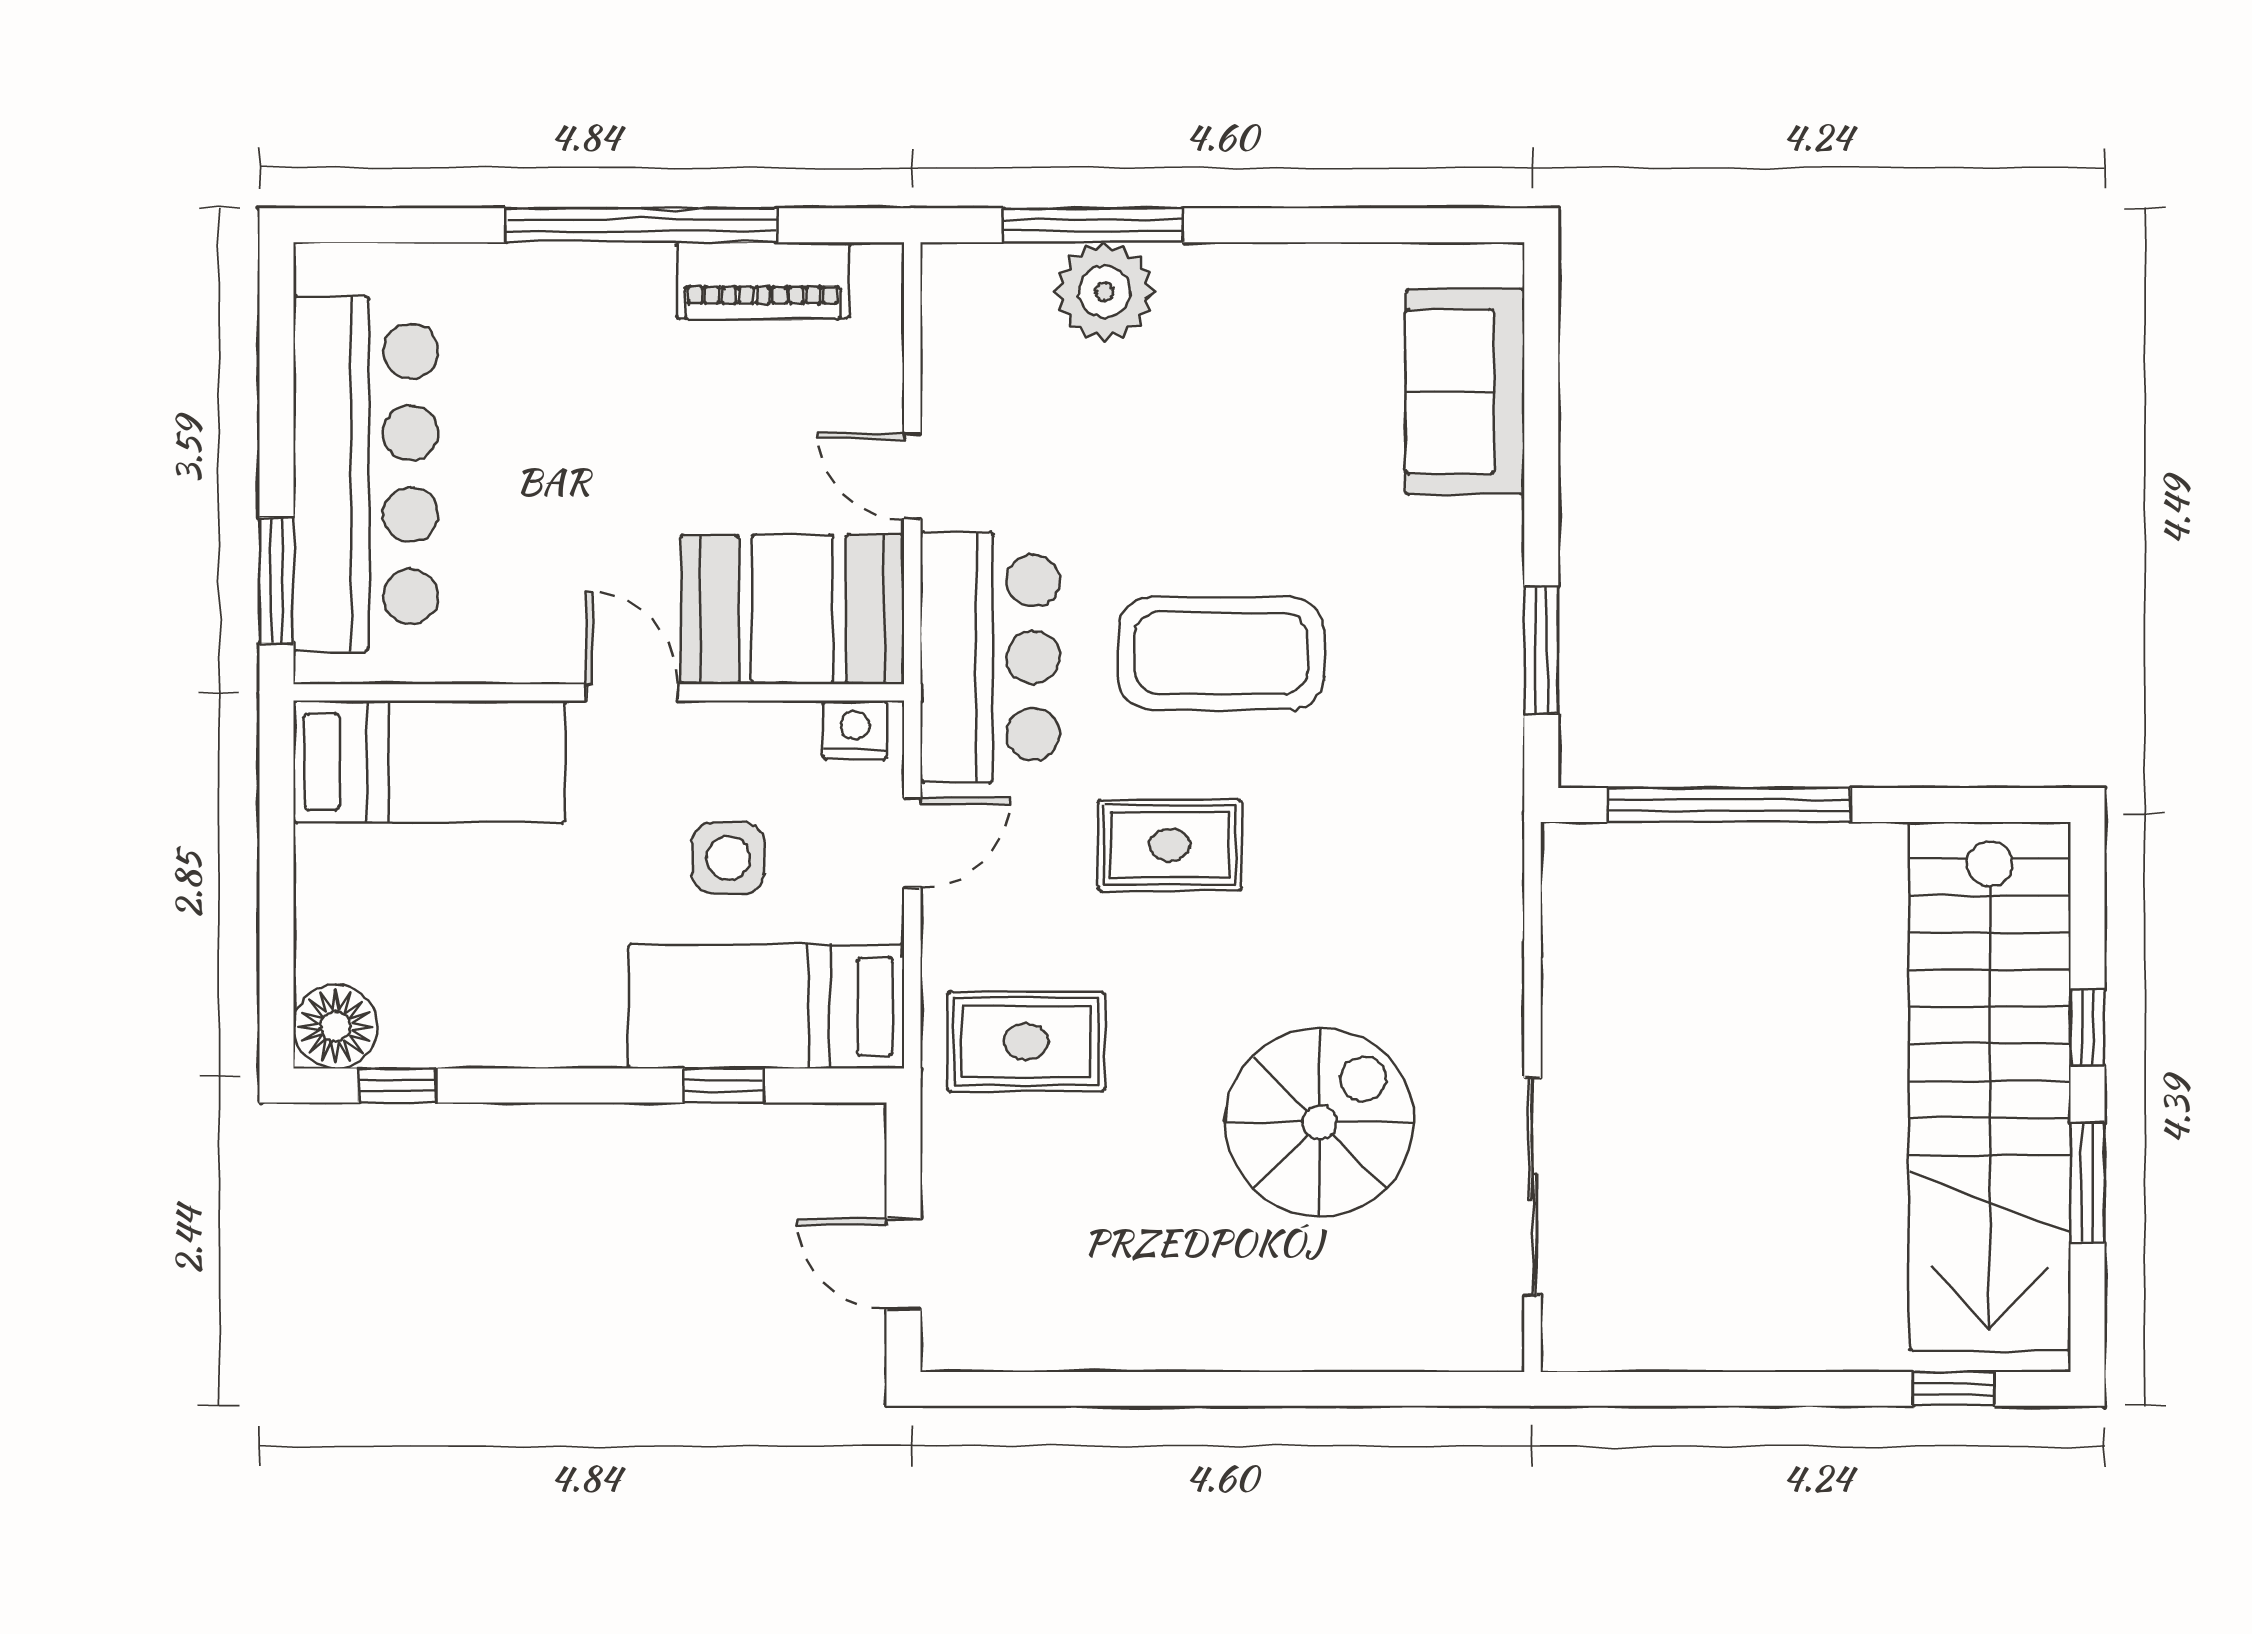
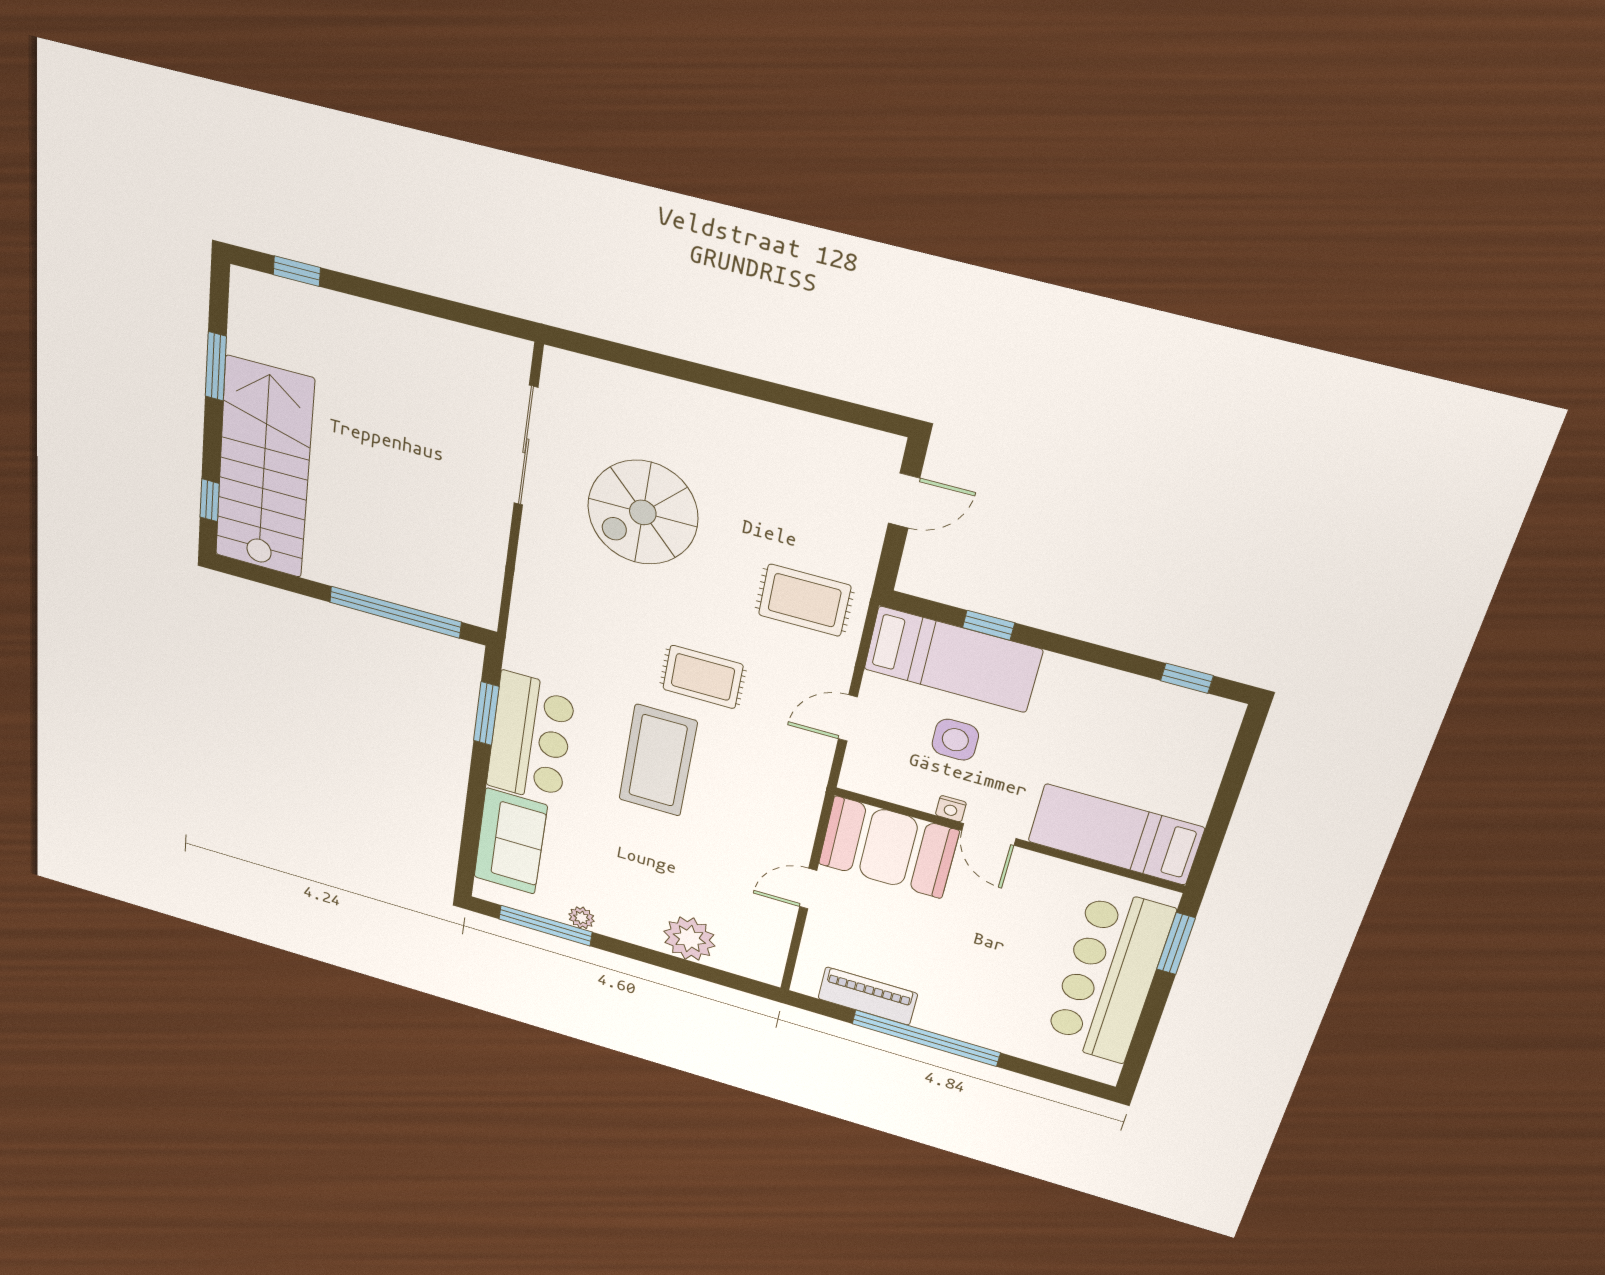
window: (1093, 225) -> (545, 926), moved
plant: (1310, 267) -> (581, 918), added
door: (912, 476) -> (808, 889), swing flipped
coffee table: (1221, 653) -> (658, 760), turned 90
bar counter: (990, 657) -> (530, 738), moved, turned 180
nightstand: (855, 730) -> (951, 809), moved, width x0.72, depth x0.74
floor lamp: (335, 1027) -> (1215, 719), removed
window: (2087, 1028) -> (210, 500), moved
stairs: (1990, 1086) -> (264, 468), width x0.73
door: (904, 1264) -> (904, 501), hinge flipped

